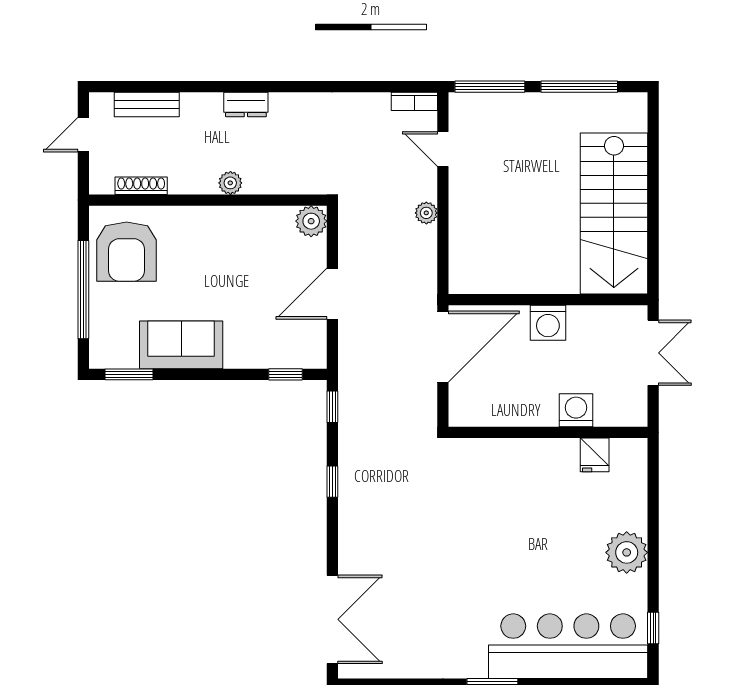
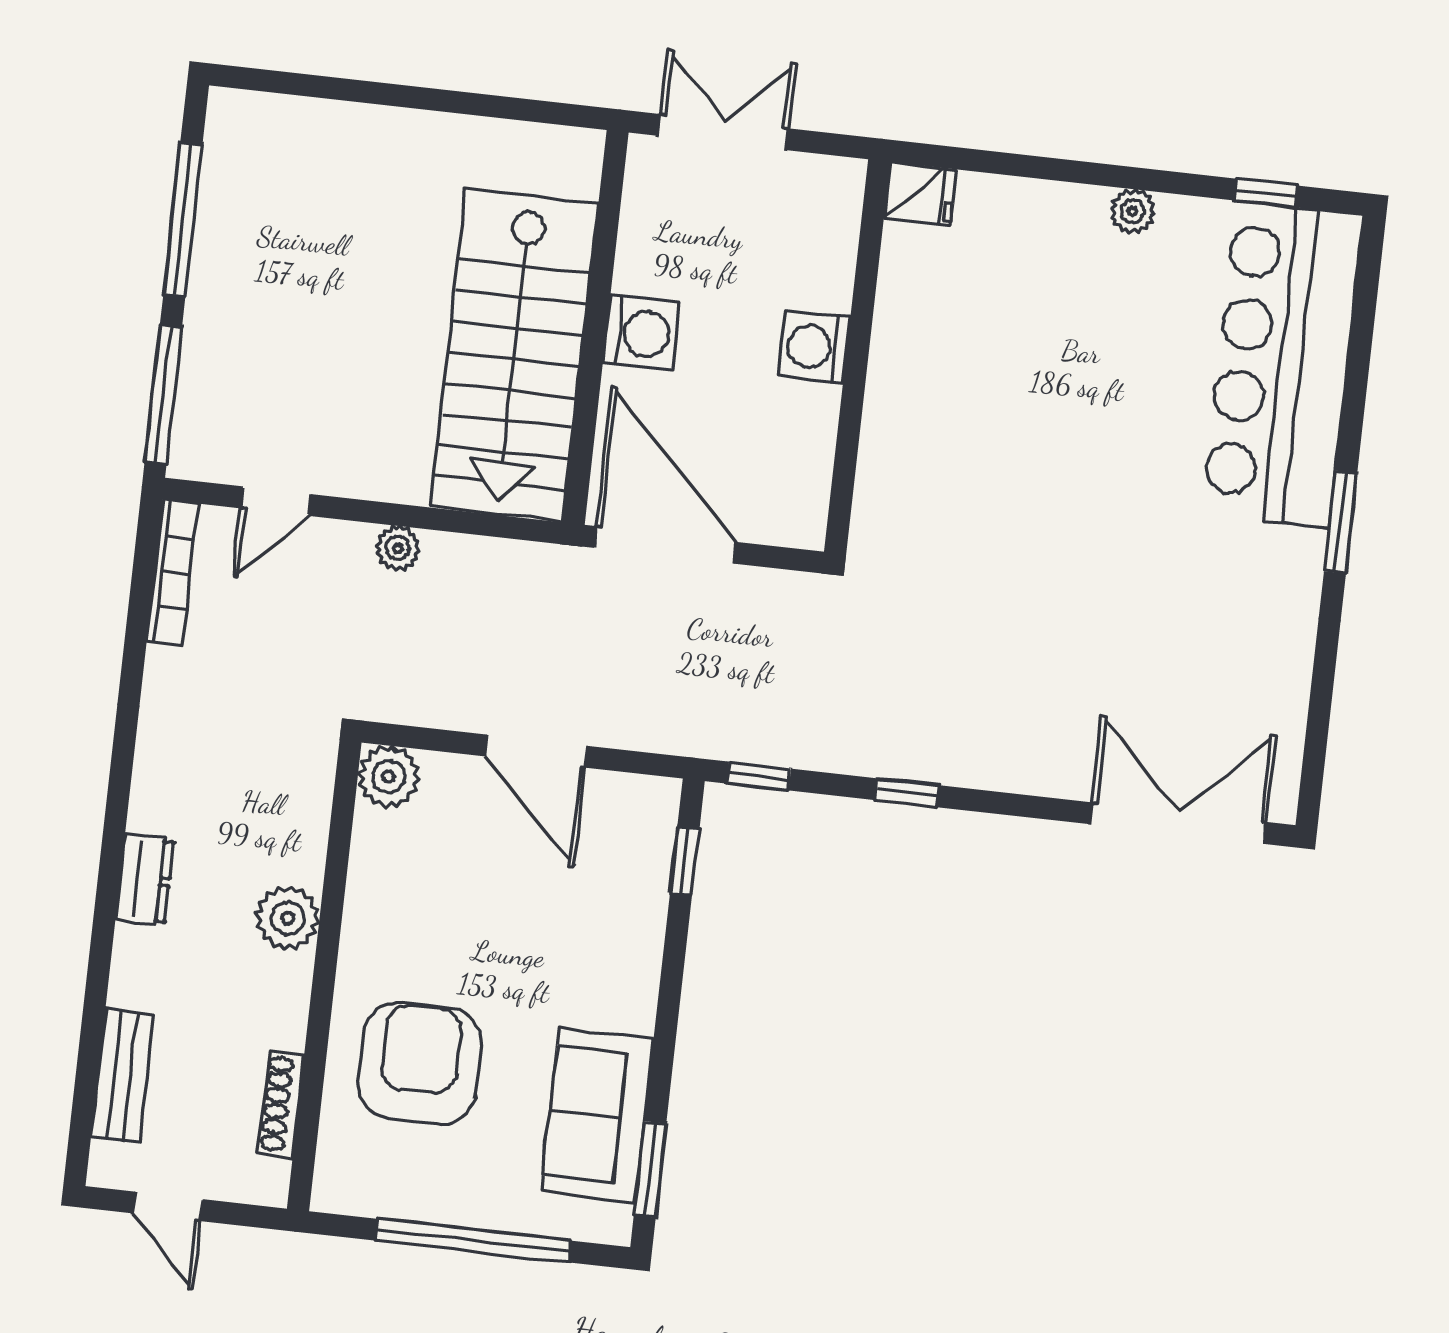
bookcase: (414, 101) -> (173, 572), width x1.56
plant: (230, 183) -> (288, 918), width x1.38, depth x1.38
stairs: (614, 213) -> (514, 355), moved, turned 90
armchair: (127, 252) -> (420, 1063), moved, turned -90
sofa: (181, 345) -> (597, 1115), moved
washing machine: (576, 410) -> (814, 347), moved
fridge: (595, 455) -> (920, 194), moved
plant: (627, 552) -> (1132, 211), width x0.53, depth x0.53

